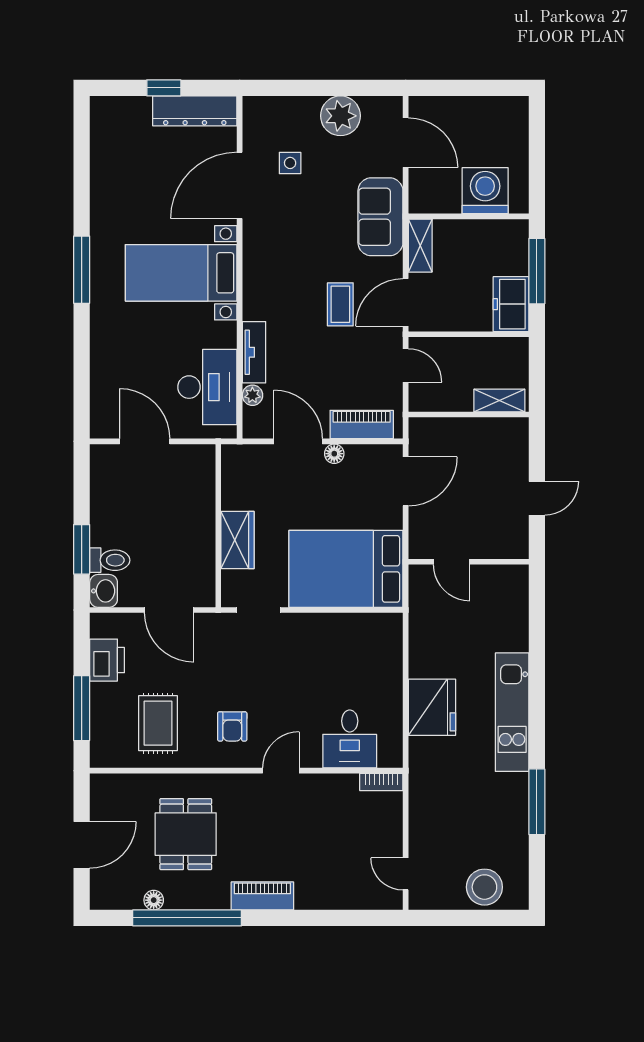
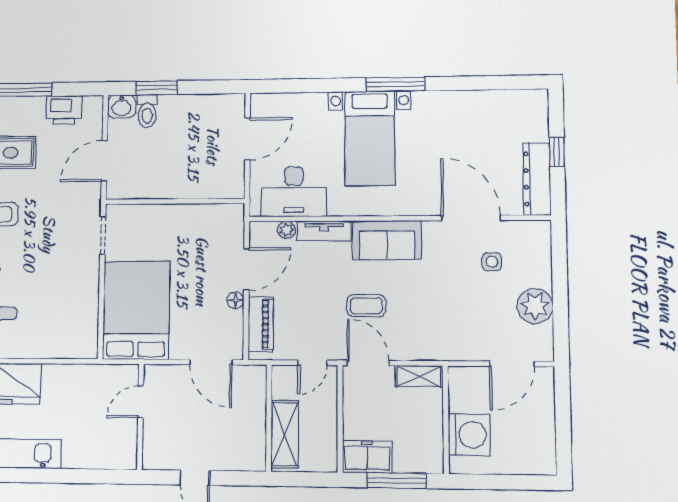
sofa: (380, 217) -> (387, 240), moved, turned 180
bed with nightstands: (181, 273) -> (370, 138), moved, turned 180
shelving: (499, 400) -> (285, 434), width x1.50, depth x1.33
wardrobe: (237, 540) -> (162, 218), removed

